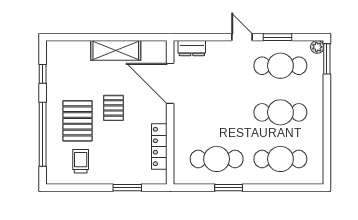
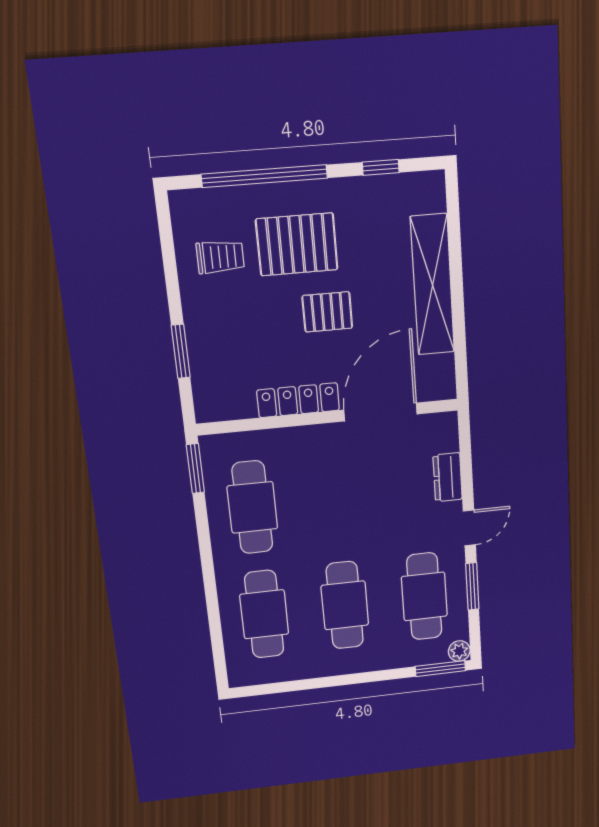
dresser: (192, 48) -> (448, 477), moved
shelving: (116, 50) -> (433, 285), width x1.47
locker: (159, 146) -> (298, 400), moved
window: (229, 188) -> (195, 468), moved

